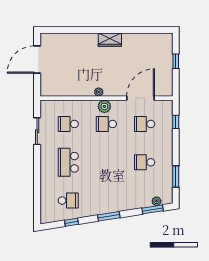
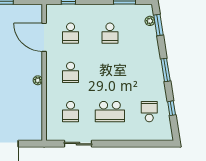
plant: (104, 106) -> (53, 74), removed

